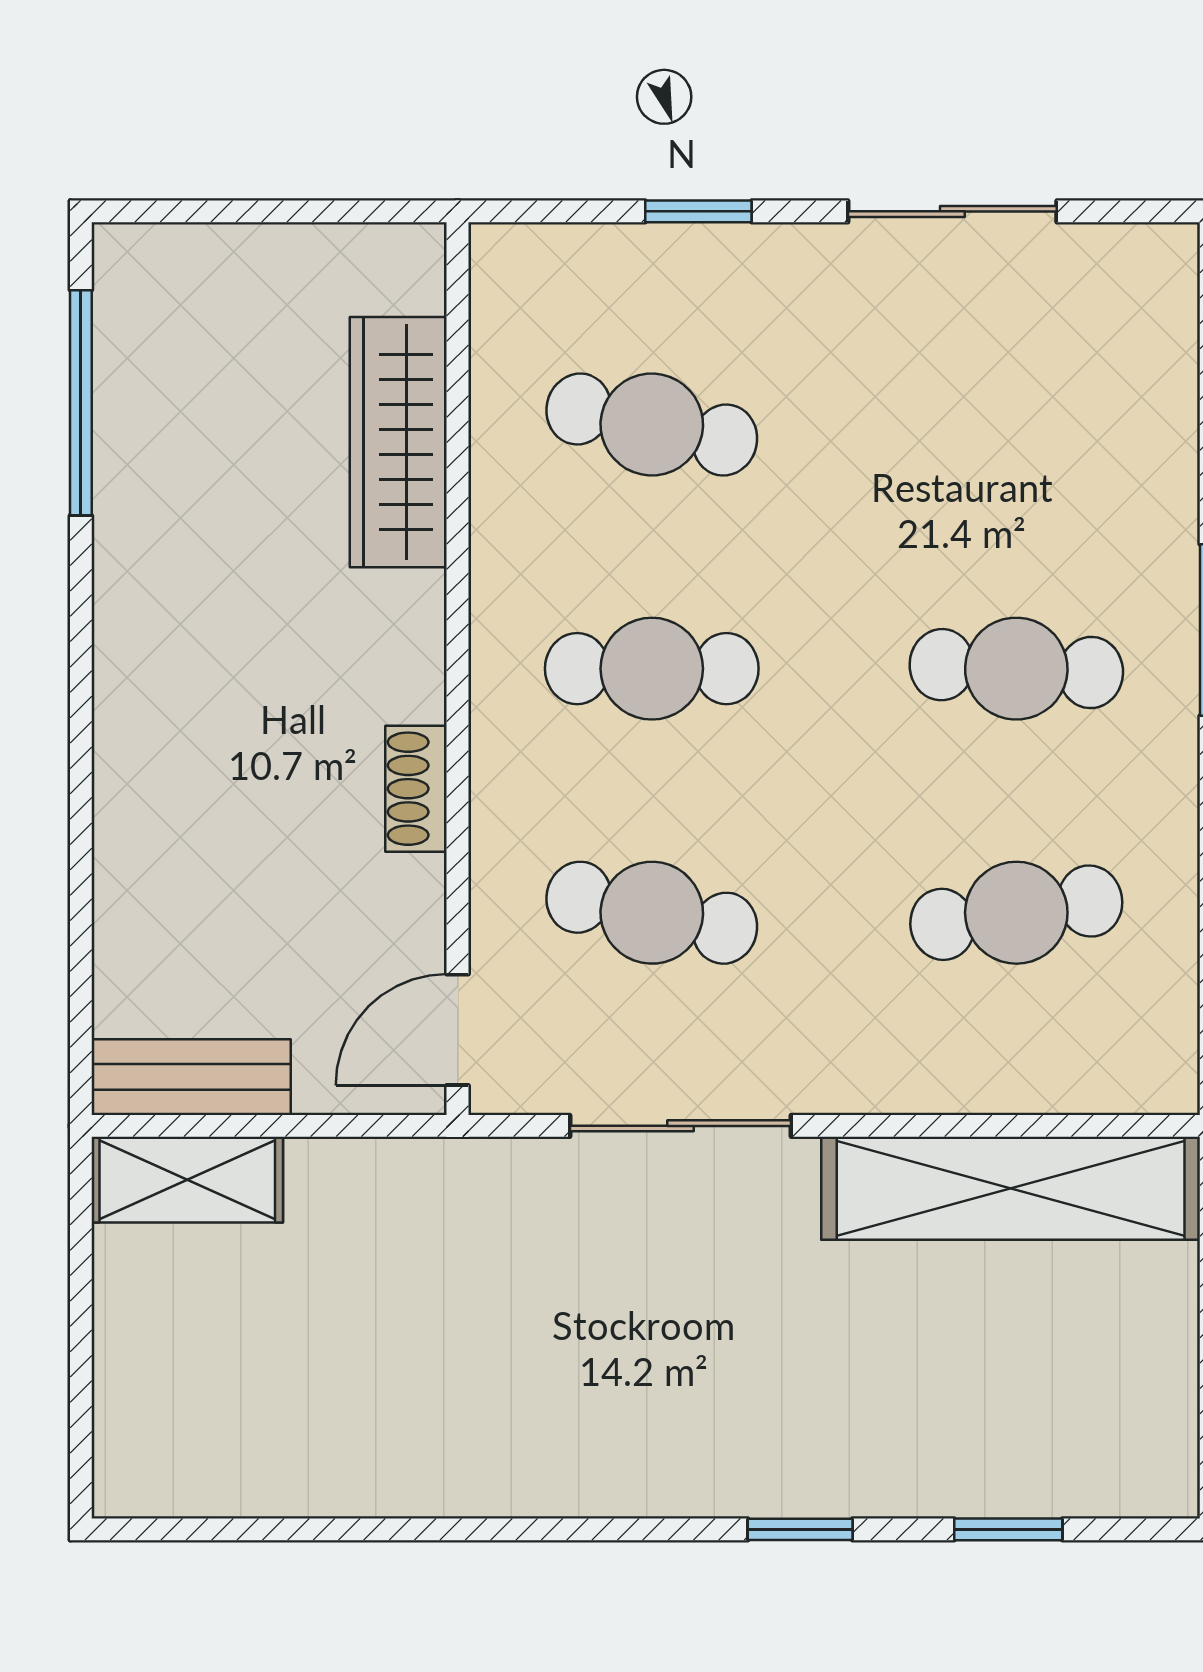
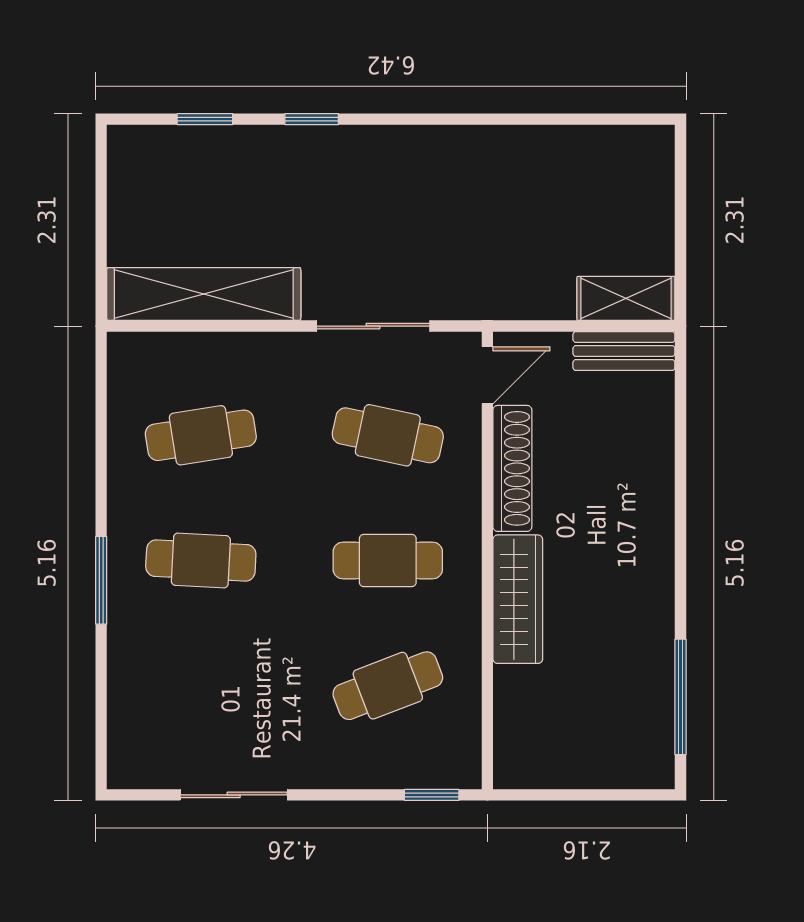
window: (698, 211) -> (432, 795), moved
cafe table: (652, 425) -> (388, 686), turned -33
wardrobe: (398, 442) -> (518, 599), moved
shoe rack: (416, 789) -> (512, 468), width x1.94, depth x1.24

